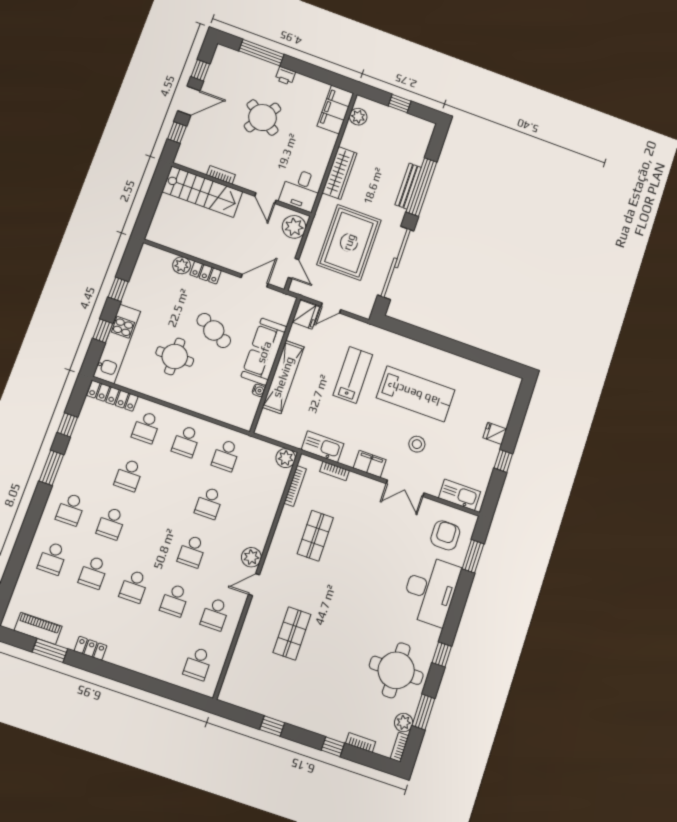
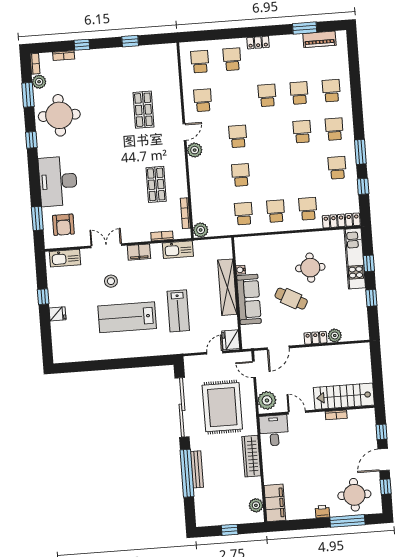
round table: (262, 117) -> (354, 495), moved, turned -33
school desk: (129, 475) -> (337, 168), moved
school desk: (175, 600) -> (232, 59), moved
locker: (90, 648) -> (258, 42), moved

